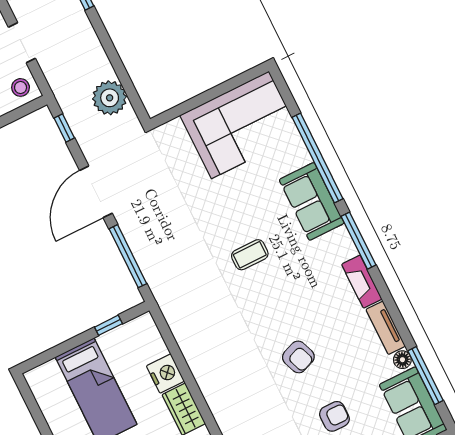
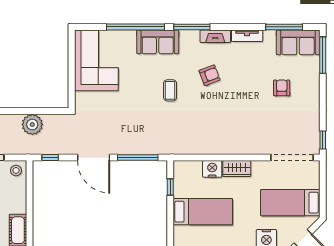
plant: (110, 98) -> (32, 124), moved
armchair: (298, 357) -> (210, 75), moved
floor lamp: (402, 360) -> (269, 35), removed

